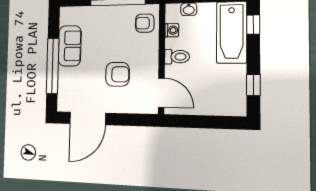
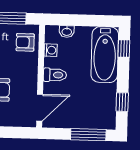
door: (161, 93) -> (40, 108), hinge flipped
window: (215, 122) -> (88, 135), added

